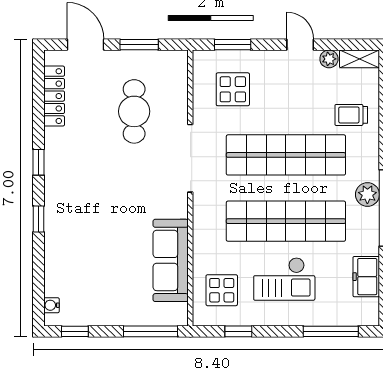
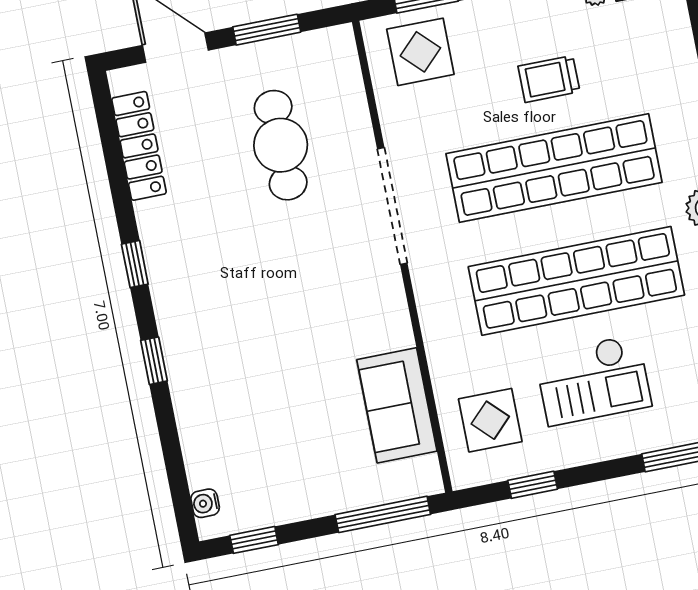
display table: (233, 89) -> (420, 52), moved
trolley: (351, 115) -> (549, 79), moved
sofa: (171, 260) -> (397, 405), width x0.73

